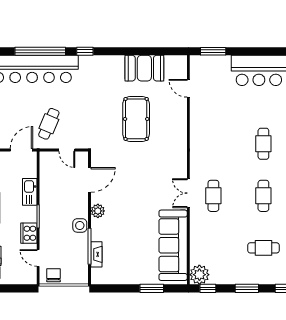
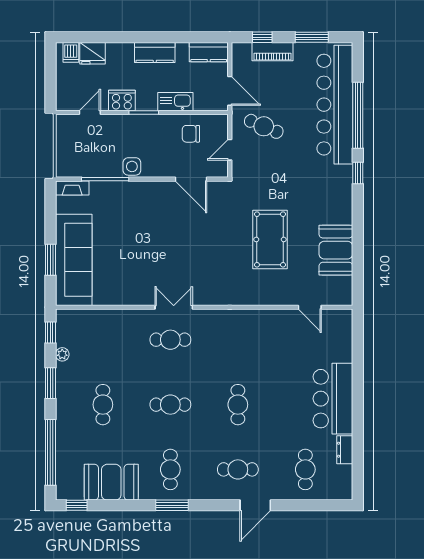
window: (213, 51) -> (358, 339), removed
door: (188, 88) -> (310, 307), swing flipped
pool table: (136, 119) -> (270, 239), turned 90
cafe table: (263, 144) -> (238, 405), turned 90
plant: (98, 211) -> (151, 190), removed
sofa: (173, 245) -> (74, 260), moved, turned 90
fireplace: (96, 254) -> (72, 188), moved
chair: (53, 275) -> (191, 134), moved, turned 180
plant: (199, 275) -> (62, 354), moved, width x0.53, depth x0.53

